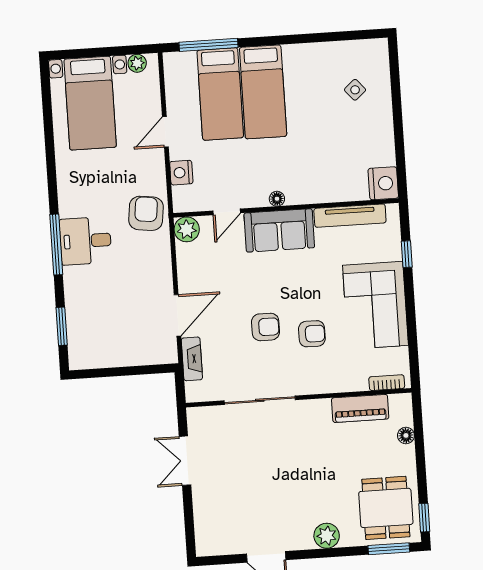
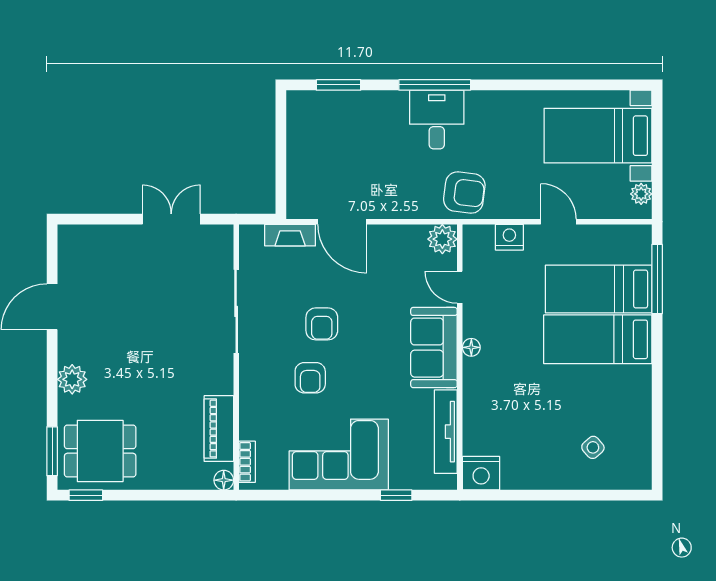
floor lamp: (406, 435) -> (224, 480), moved

